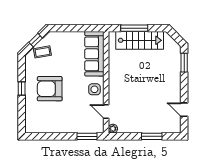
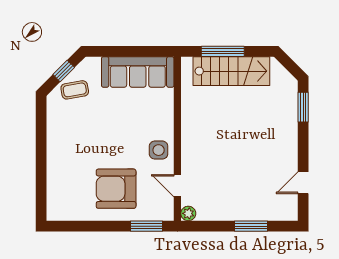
sofa: (94, 54) -> (138, 72), moved, turned -90
window: (22, 89) -> (41, 149), removed
armchair: (50, 89) -> (116, 189), moved
door: (184, 110) -> (303, 183), hinge flipped

